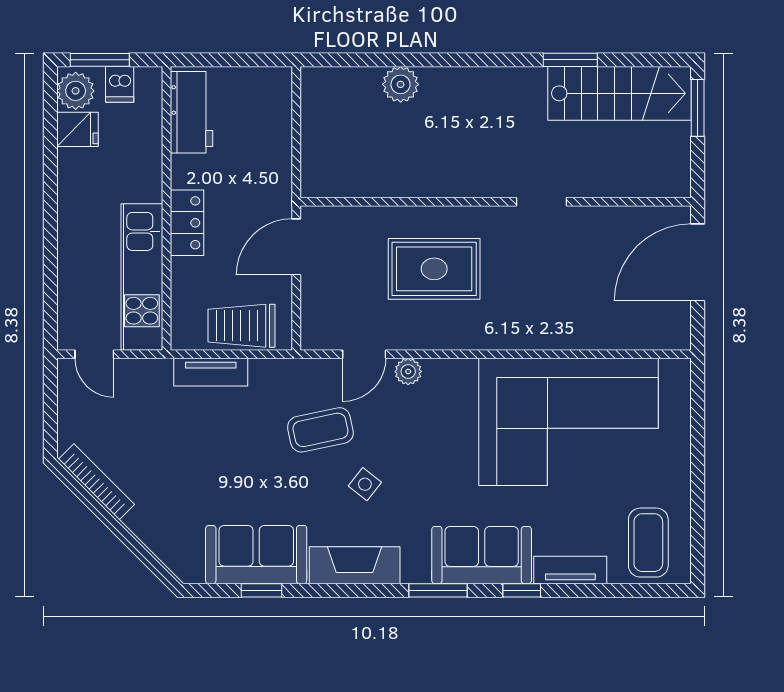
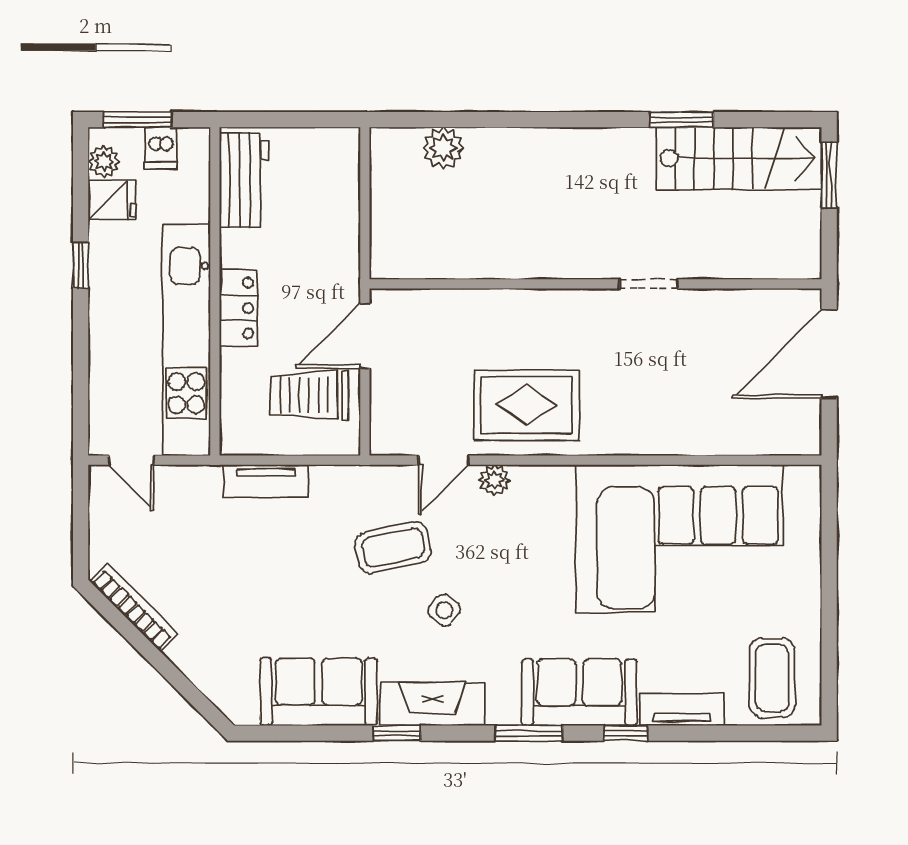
plant: (401, 84) -> (443, 148), moved
plant: (76, 91) -> (104, 161), width x0.73, depth x0.73
window: (50, 186) -> (81, 266), added
rug: (434, 269) -> (526, 405), moved
kitchen unit: (142, 277) -> (186, 340), width x1.36
trolley: (241, 326) -> (309, 395), moved
window: (261, 590) -> (397, 733), moved

